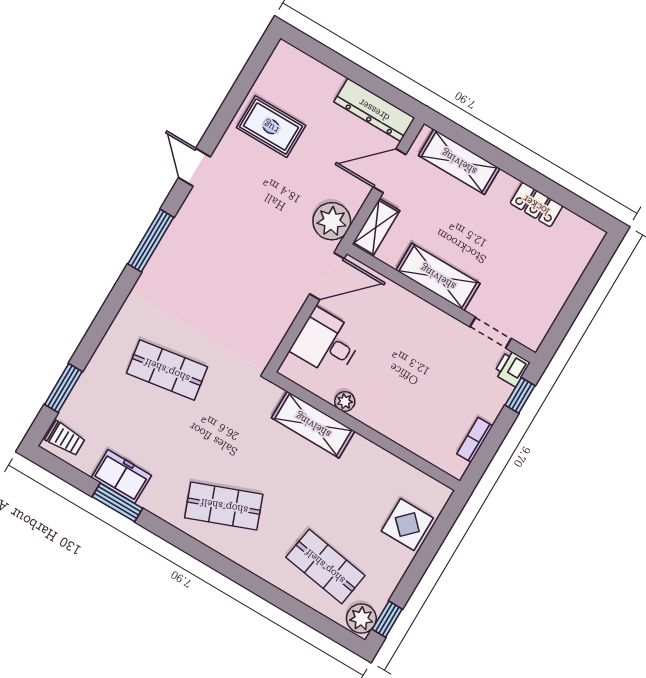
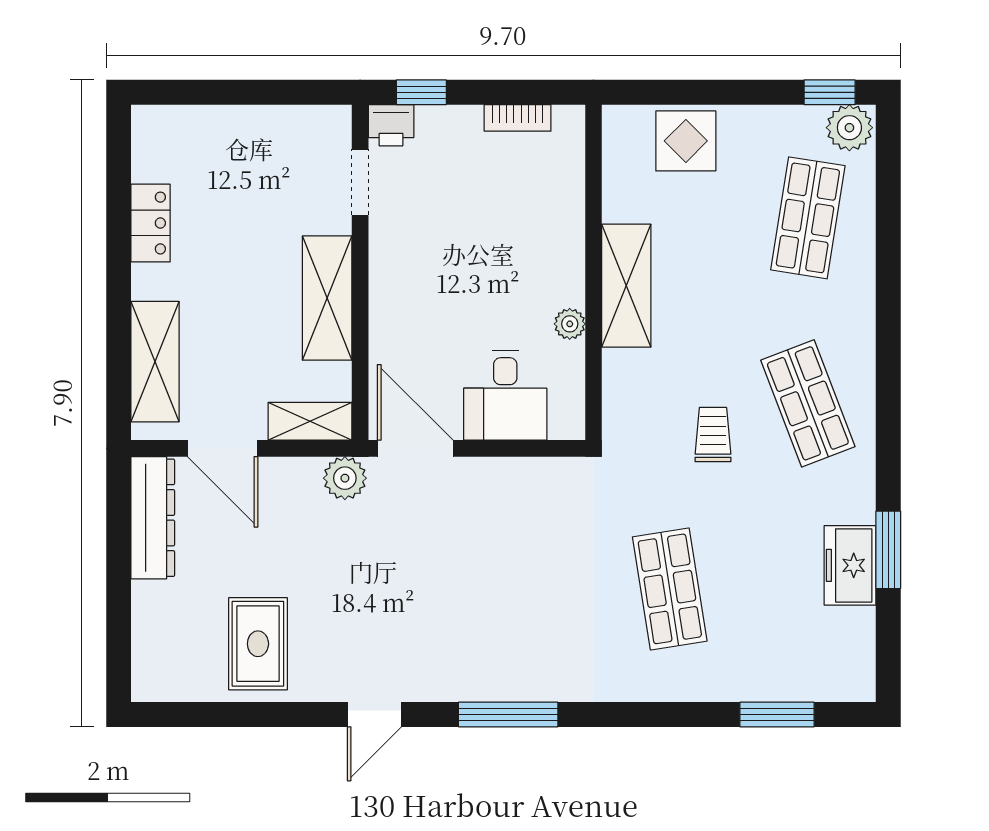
plant: (332, 221) -> (345, 478), width x0.73, depth x0.73
shelving: (313, 425) -> (626, 286), moved
trolley: (65, 439) -> (713, 435), moved

